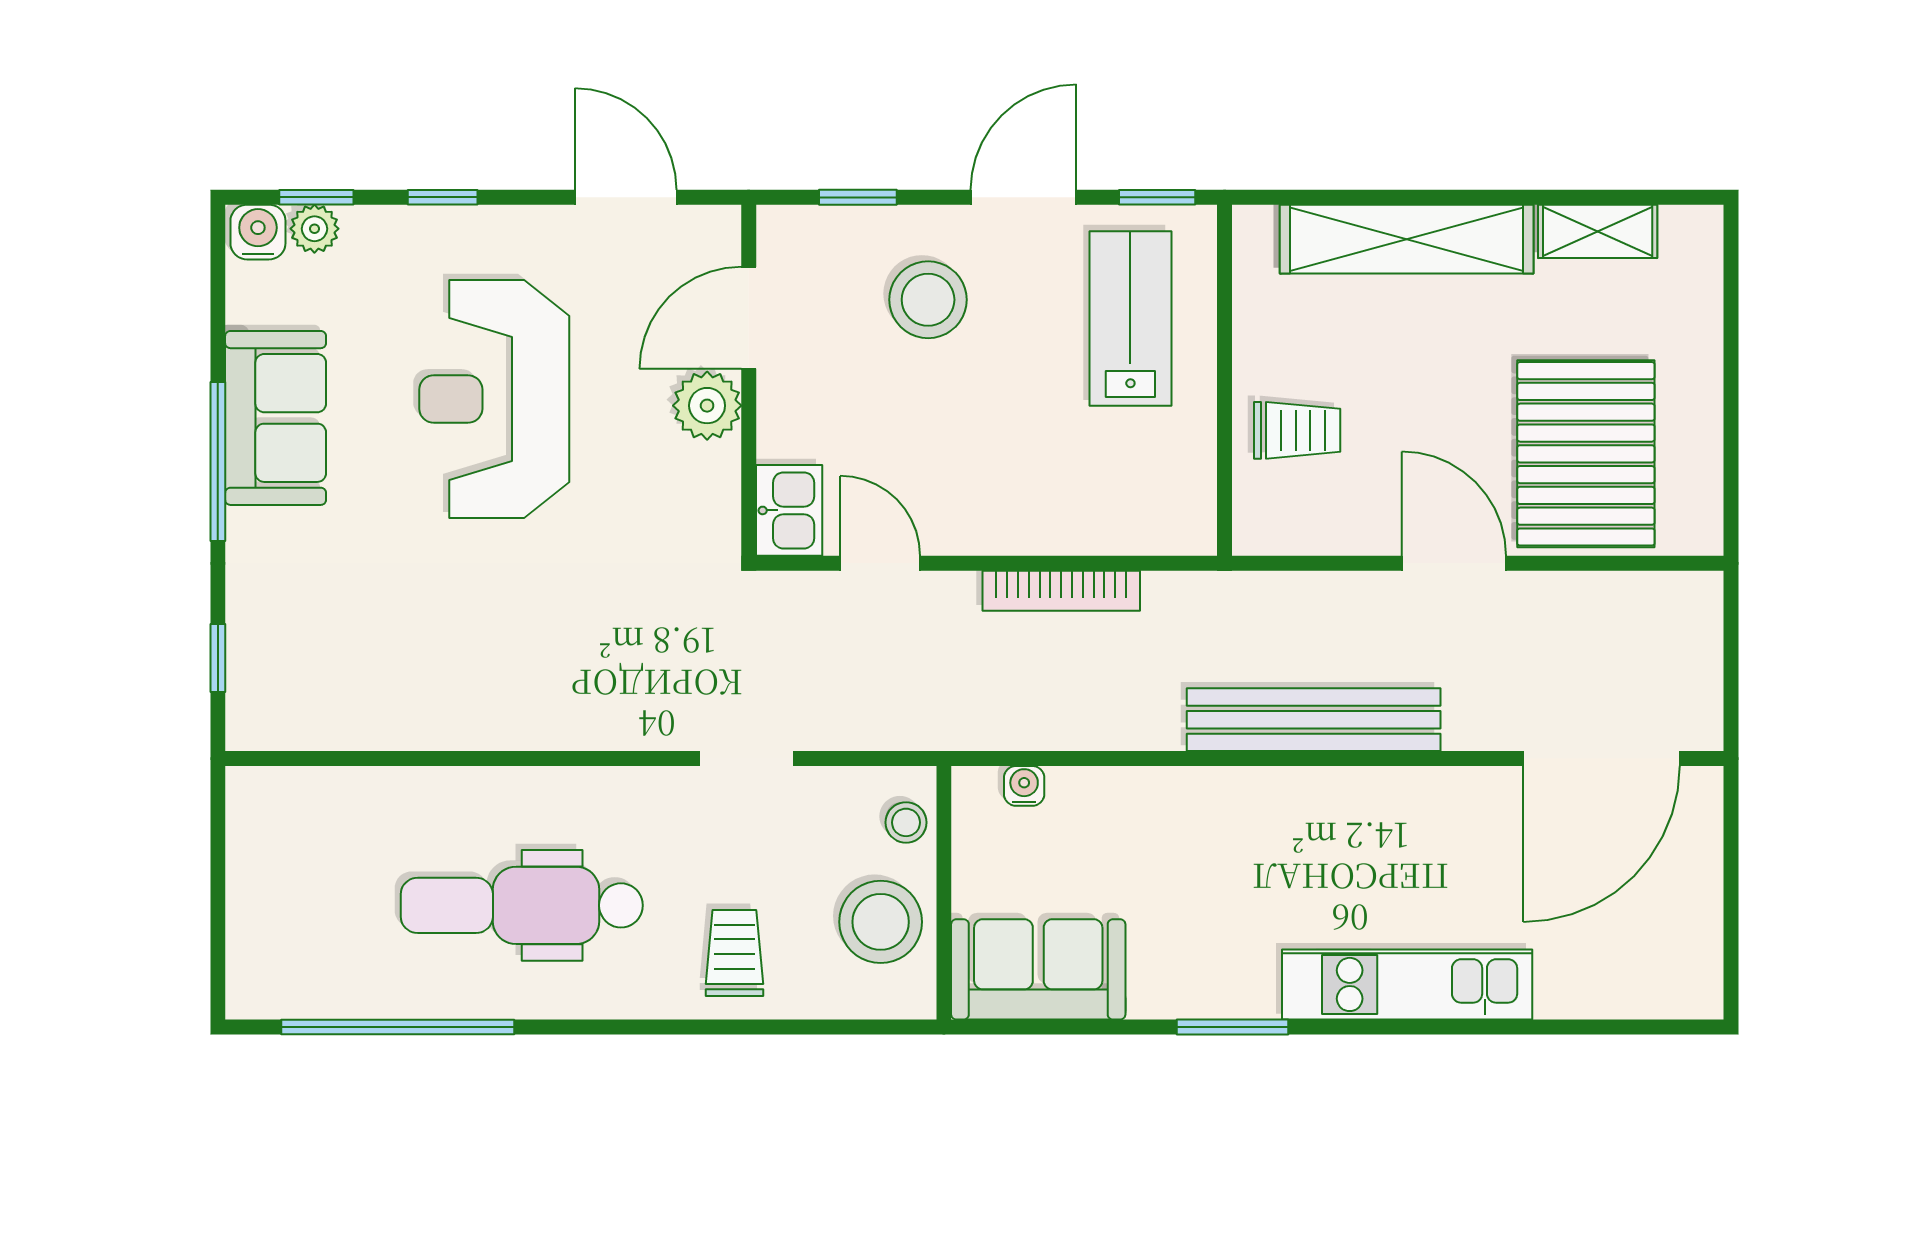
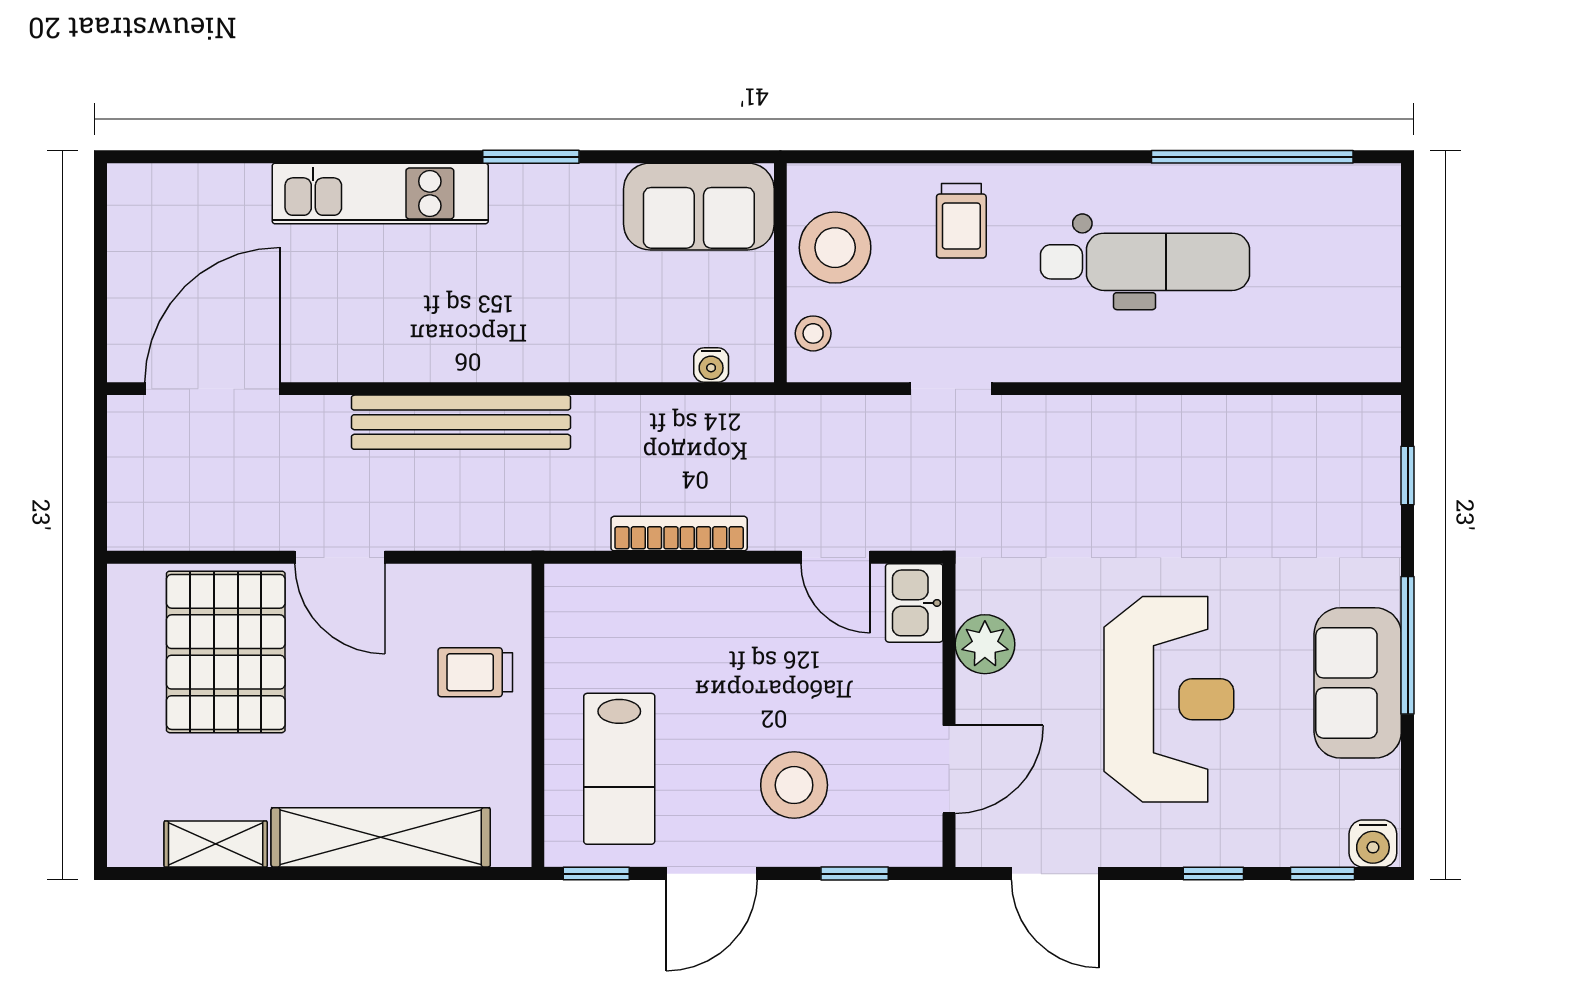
plant: (314, 229) -> (1324, 846), removed
plant: (707, 406) -> (985, 644), moved

